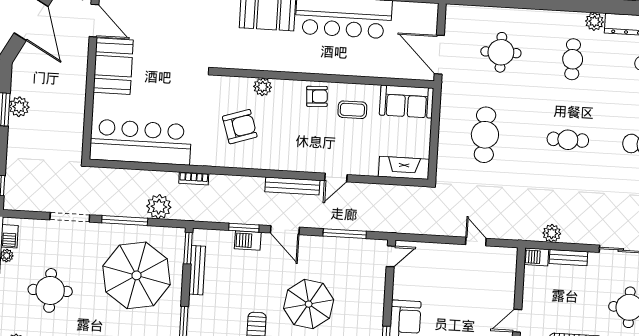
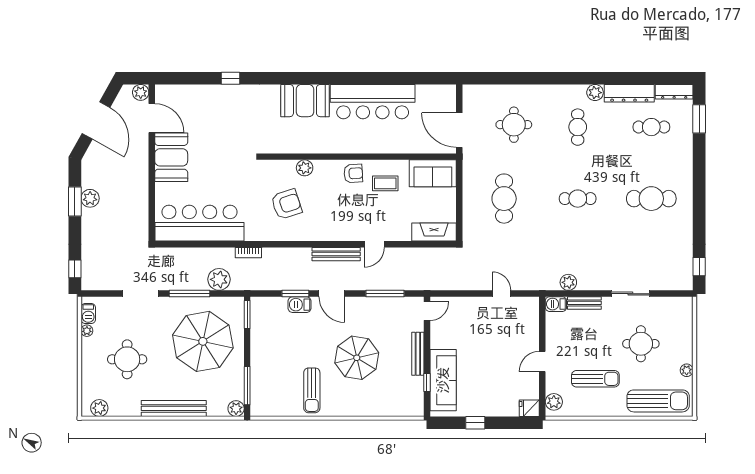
bench: (197, 270) -> (418, 354), moved

